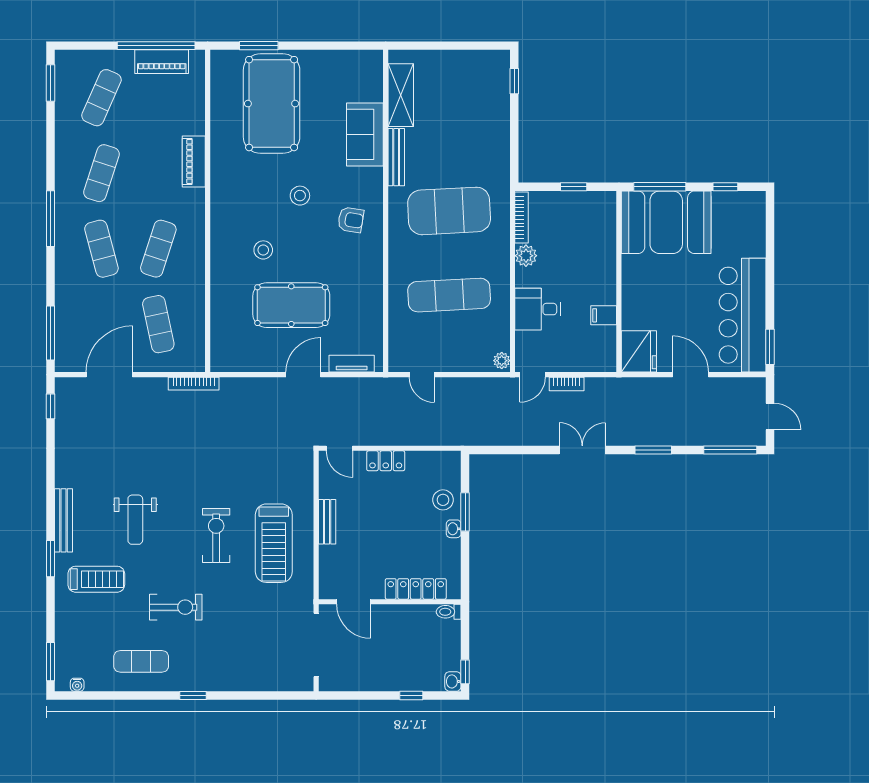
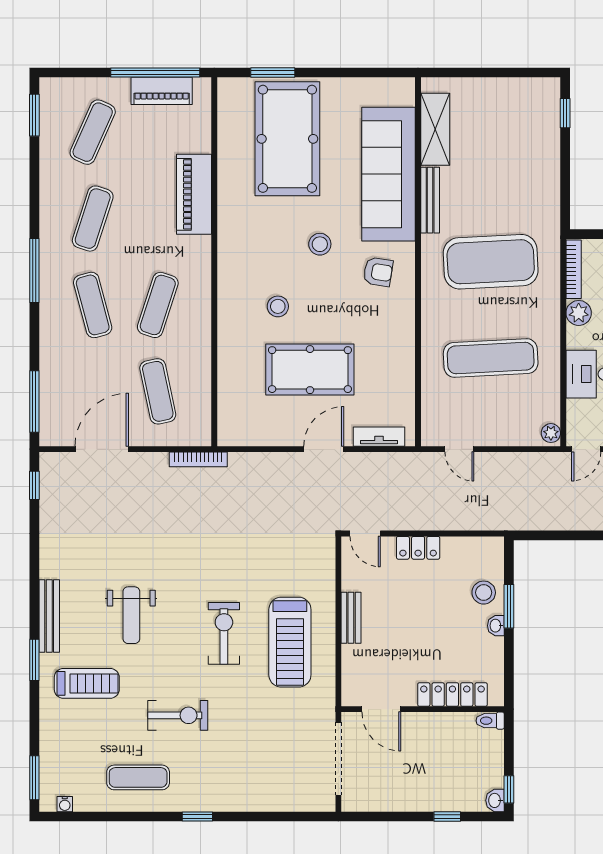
sofa: (365, 134) -> (389, 174), width x1.85, depth x1.27
piano: (194, 161) -> (194, 194), width x1.37, depth x1.33

